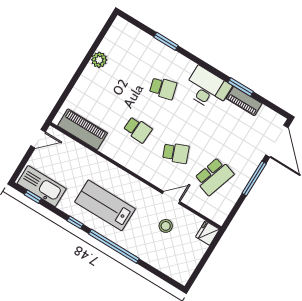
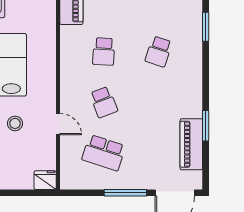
school desk: (163, 88) -> (159, 52), turned 33
desk: (207, 88) -> (185, 94), removed
piano: (244, 101) -> (191, 144), width x1.37, depth x1.33
stool: (166, 226) -> (15, 123), moved

